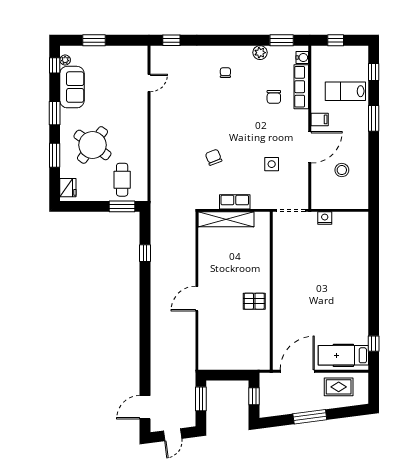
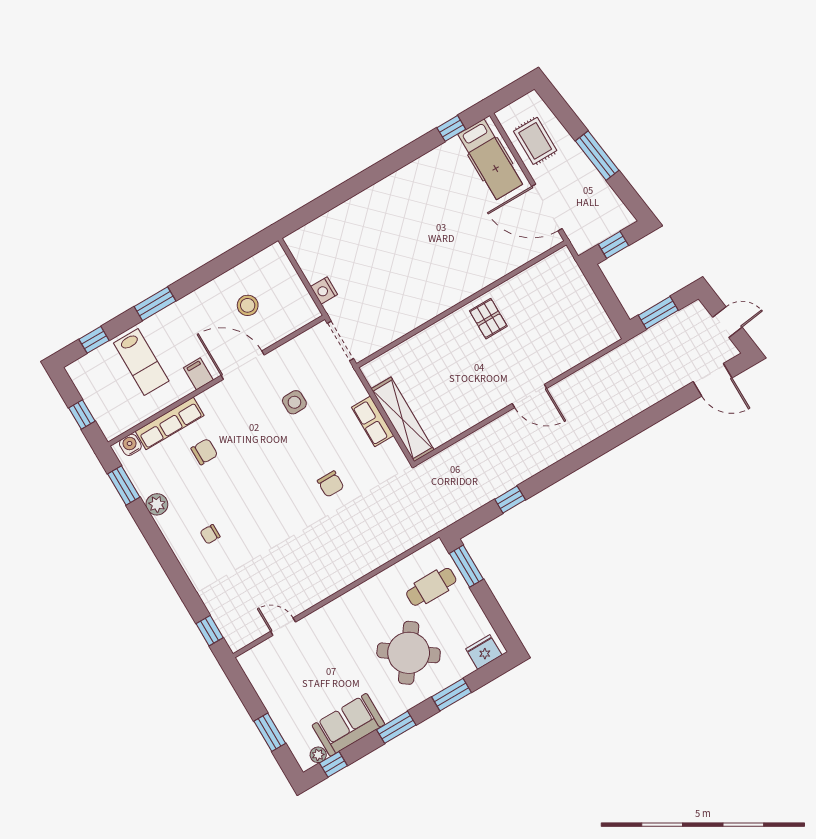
chair: (214, 157) -> (331, 484), turned -69

